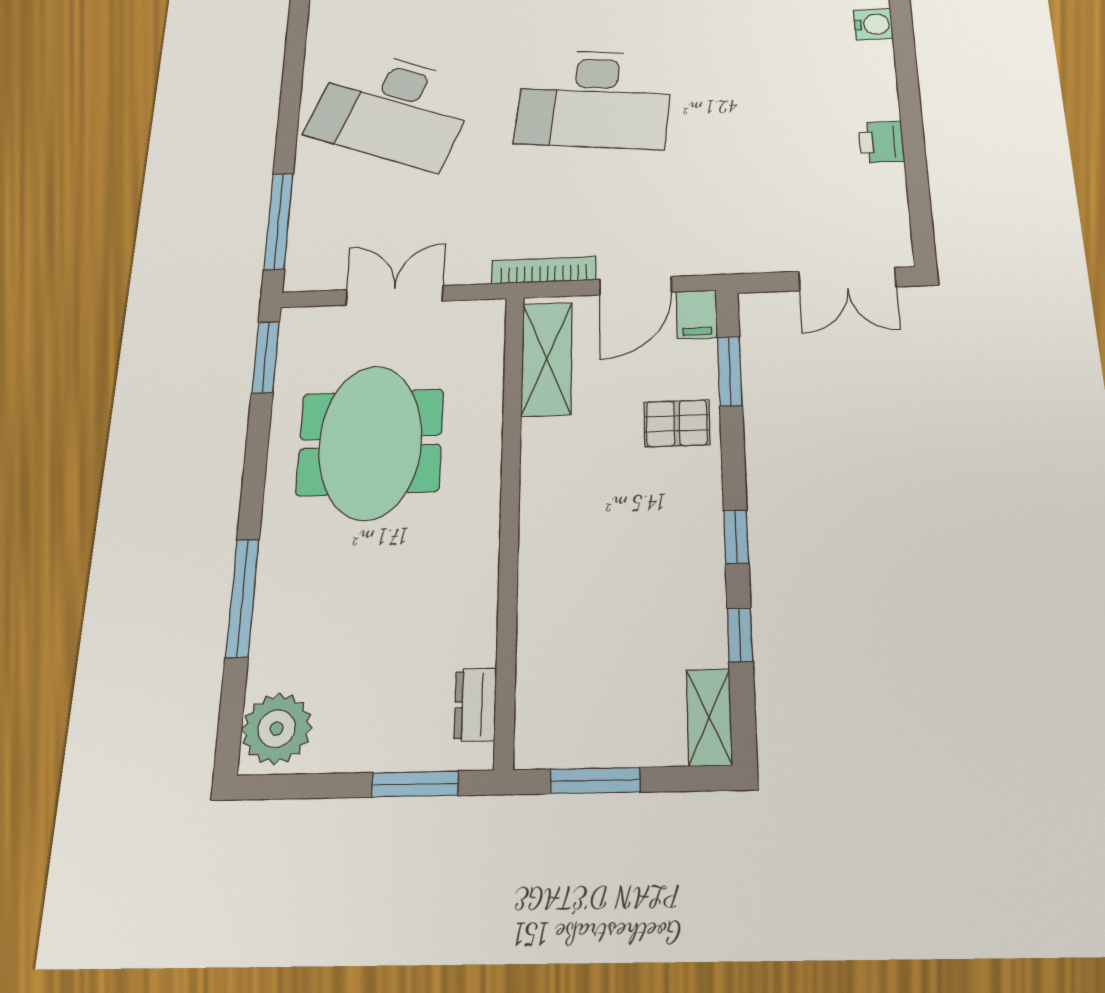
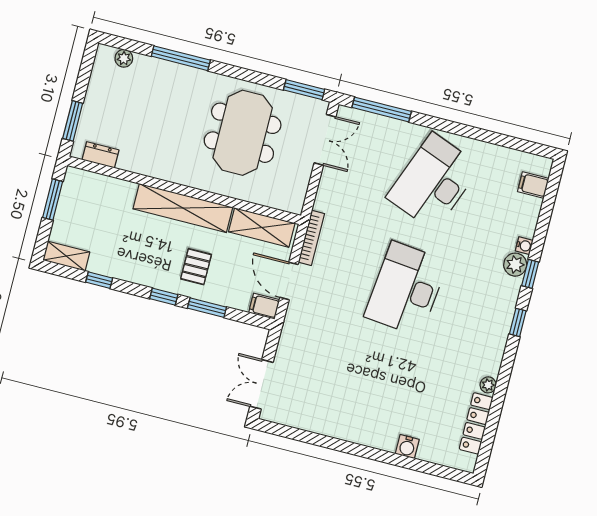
printer: (881, 142) -> (334, 427), removed
double door: (395, 295) -> (325, 140), moved
window: (730, 371) -> (207, 308), moved
pallet: (677, 423) -> (196, 267), moved
meeting table: (370, 442) -> (243, 133), turned 90
shelving: (546, 511) -> (183, 208), added
window: (736, 537) -> (164, 297), moved
plant: (277, 729) -> (124, 58), width x0.53, depth x0.53

